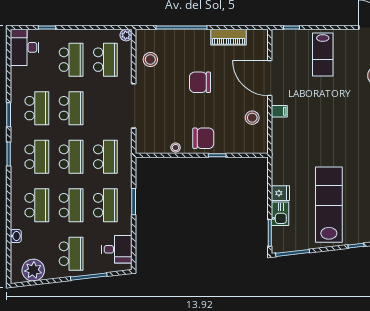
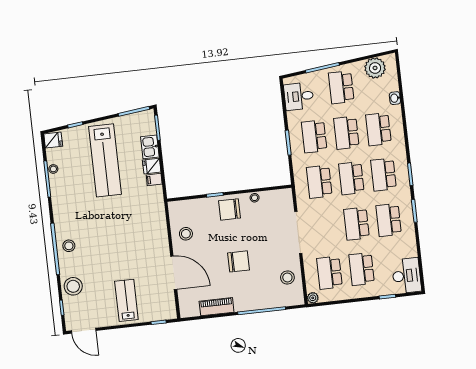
filing cabinet: (279, 111) -> (154, 180), moved

